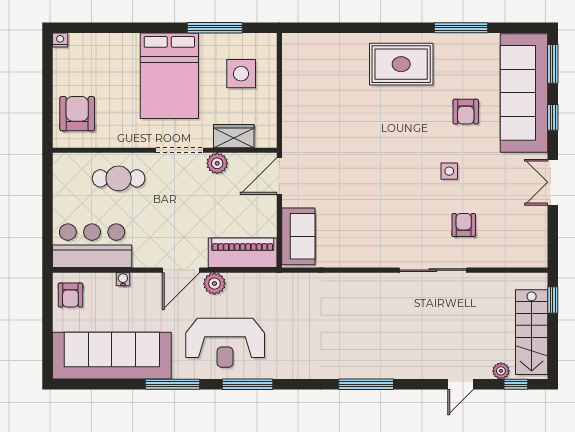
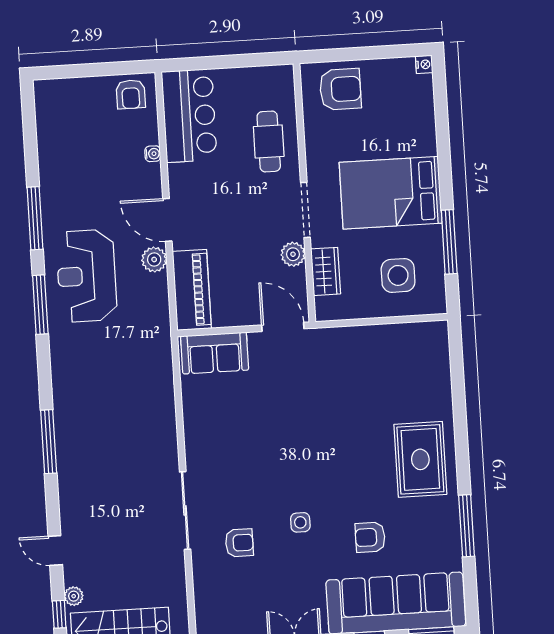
armchair: (70, 295) -> (131, 94), turned -90
sofa: (112, 356) -> (64, 146), removed

